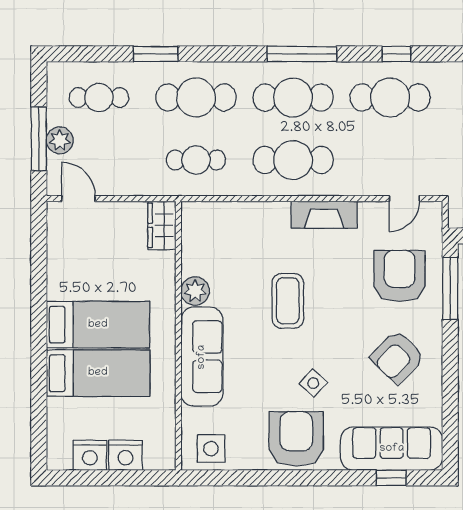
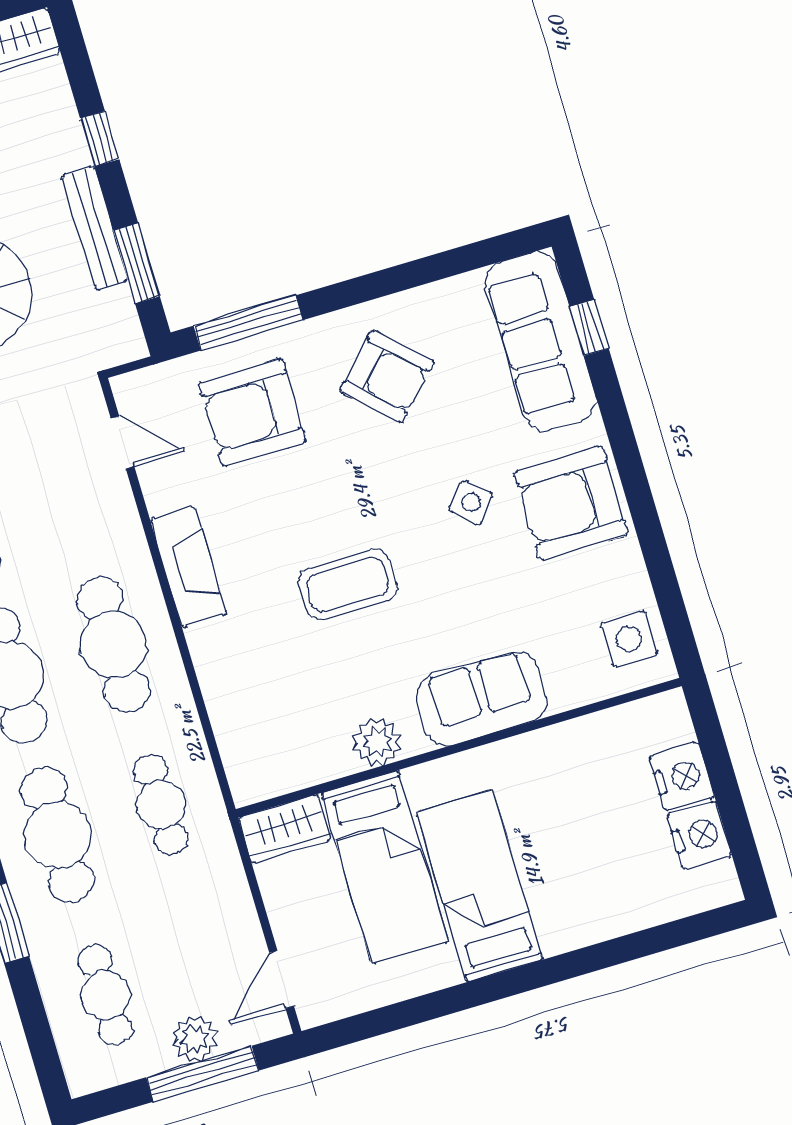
sofa: (202, 357) -> (482, 699), width x0.73
bed: (98, 373) -> (385, 867), moved, turned 180

